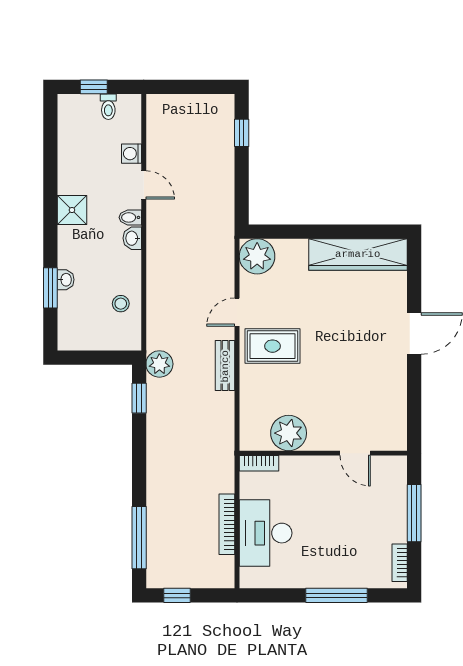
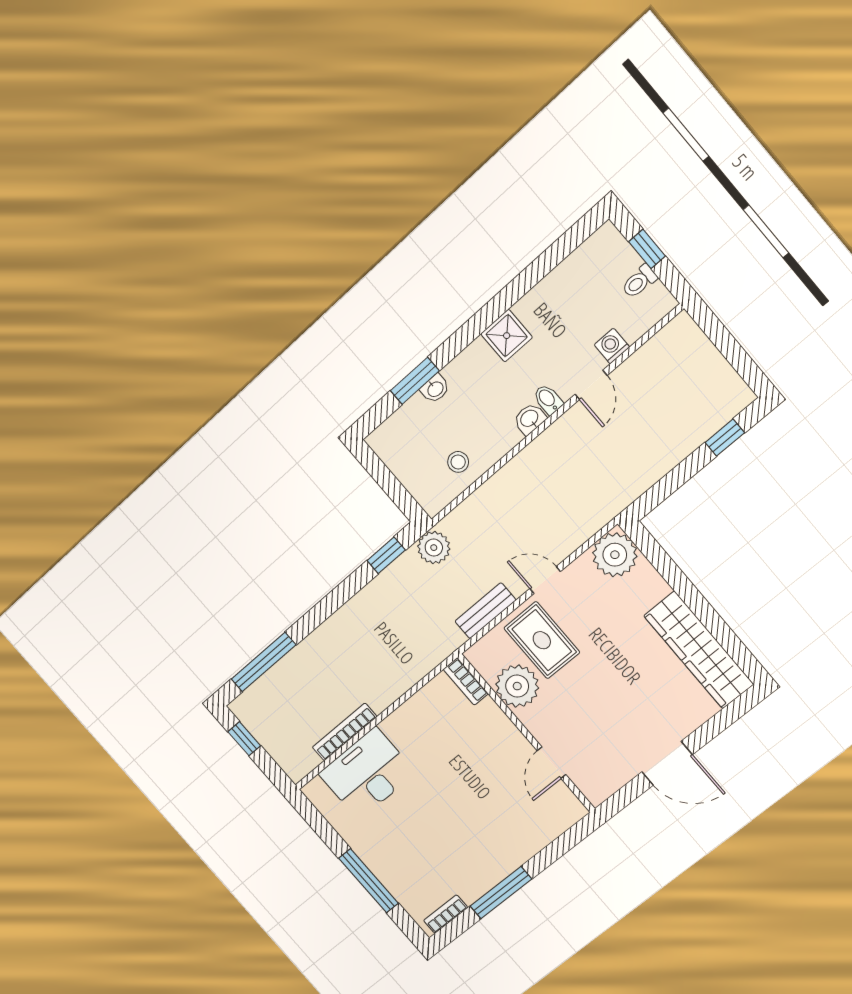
plant: (289, 433) -> (517, 686), moved
wall: (323, 453) -> (526, 733), moved
door: (355, 453) -> (552, 763), moved
bookcase: (259, 463) -> (466, 682), moved

